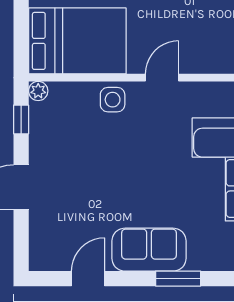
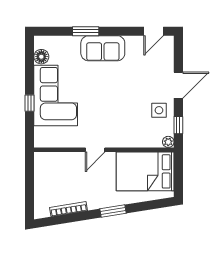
side table: (113, 100) -> (159, 110), moved
door: (88, 279) -> (154, 31), moved

